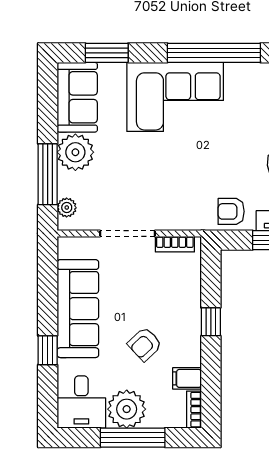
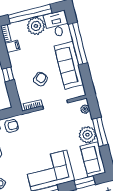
window: (48, 174) -> (100, 132), moved
armchair: (145, 344) -> (40, 79), moved
window: (48, 350) -> (78, 43), width x3.17
window: (133, 438) -> (30, 14), width x1.46

